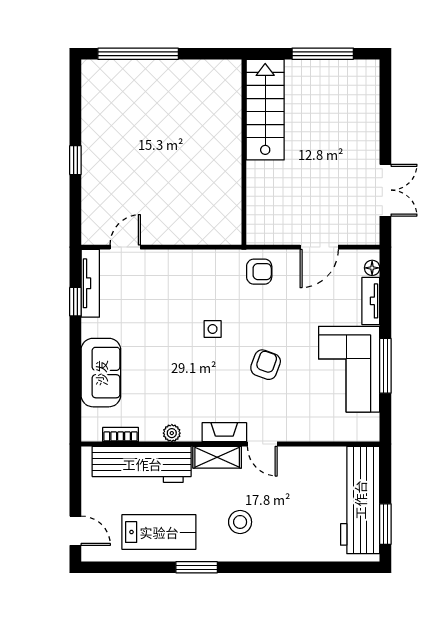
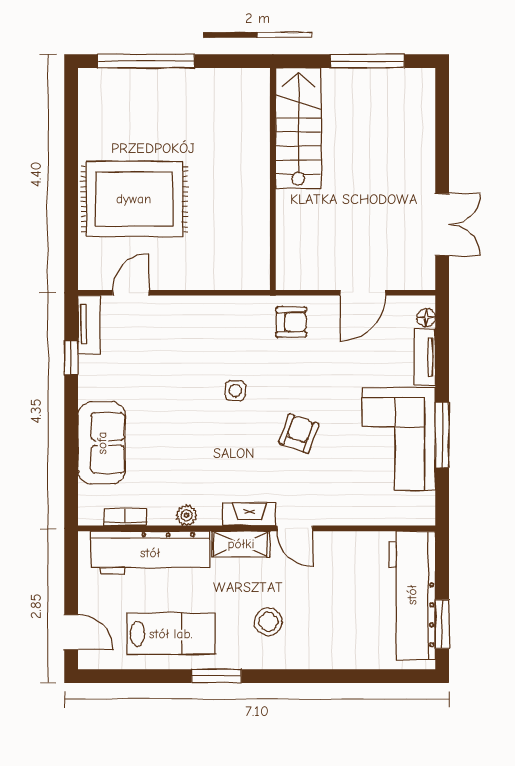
window: (75, 160) -> (71, 189), removed
rug: (128, 169) -> (134, 199), added
tv unit: (90, 283) -> (89, 324), width x0.71

